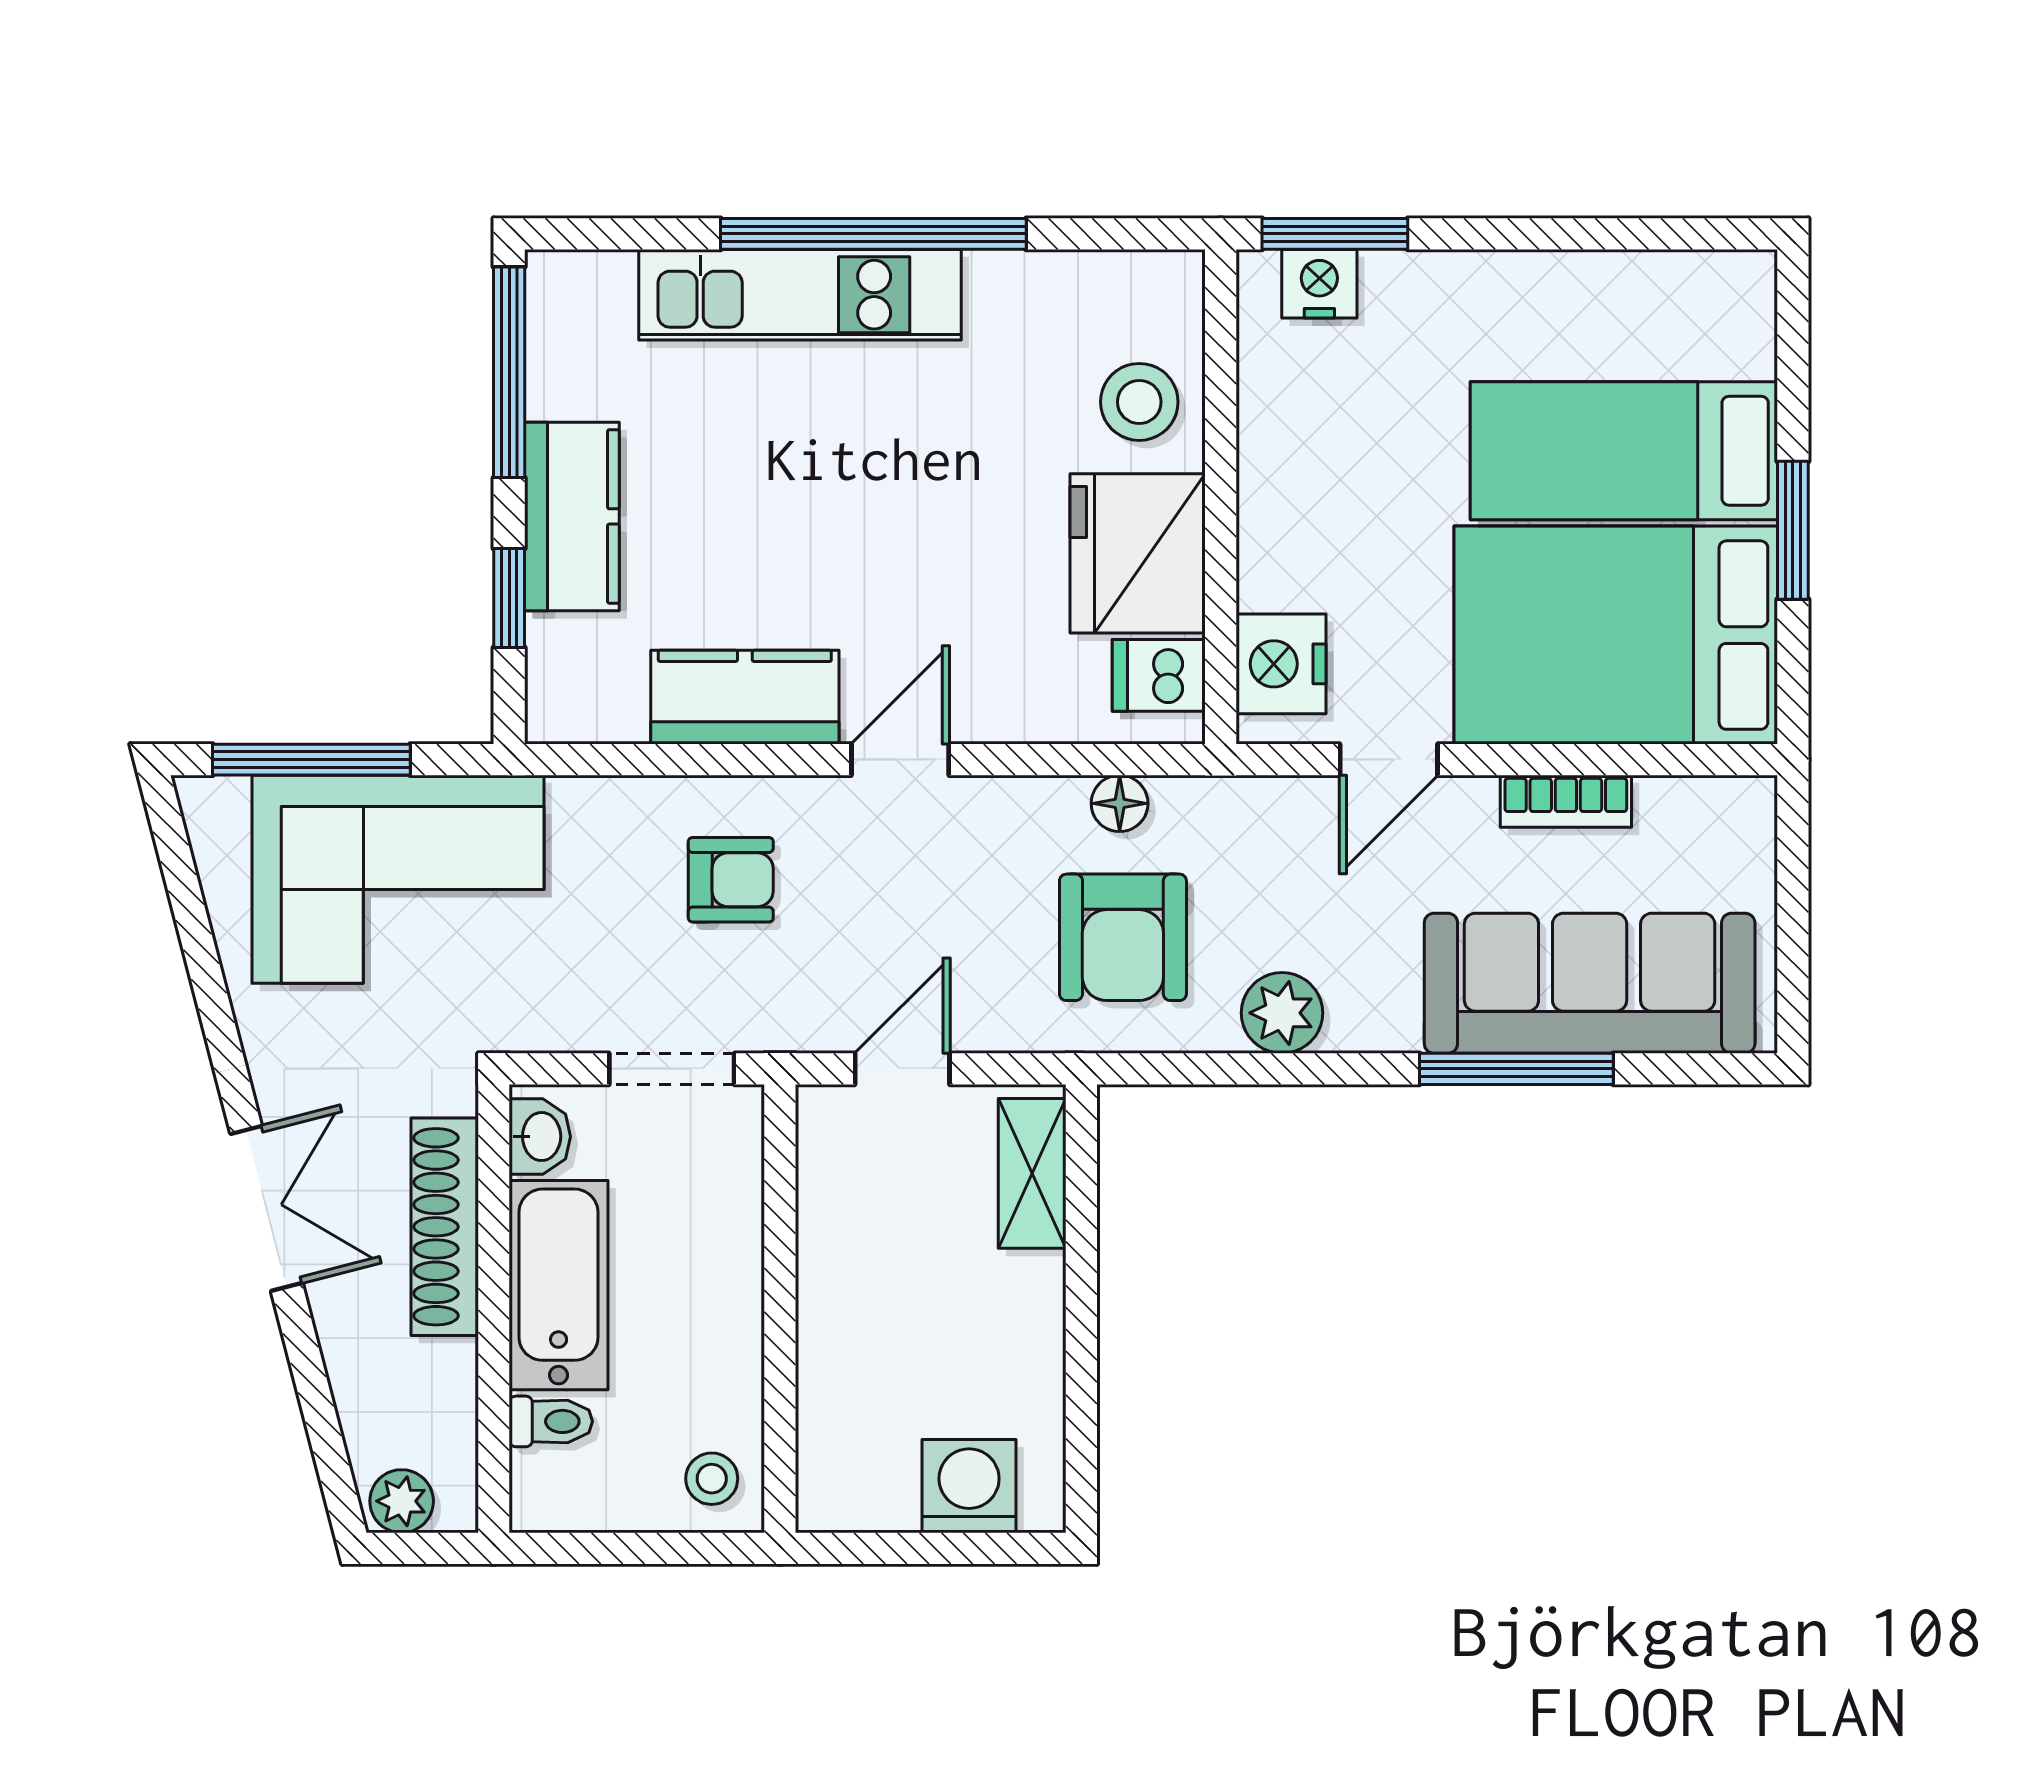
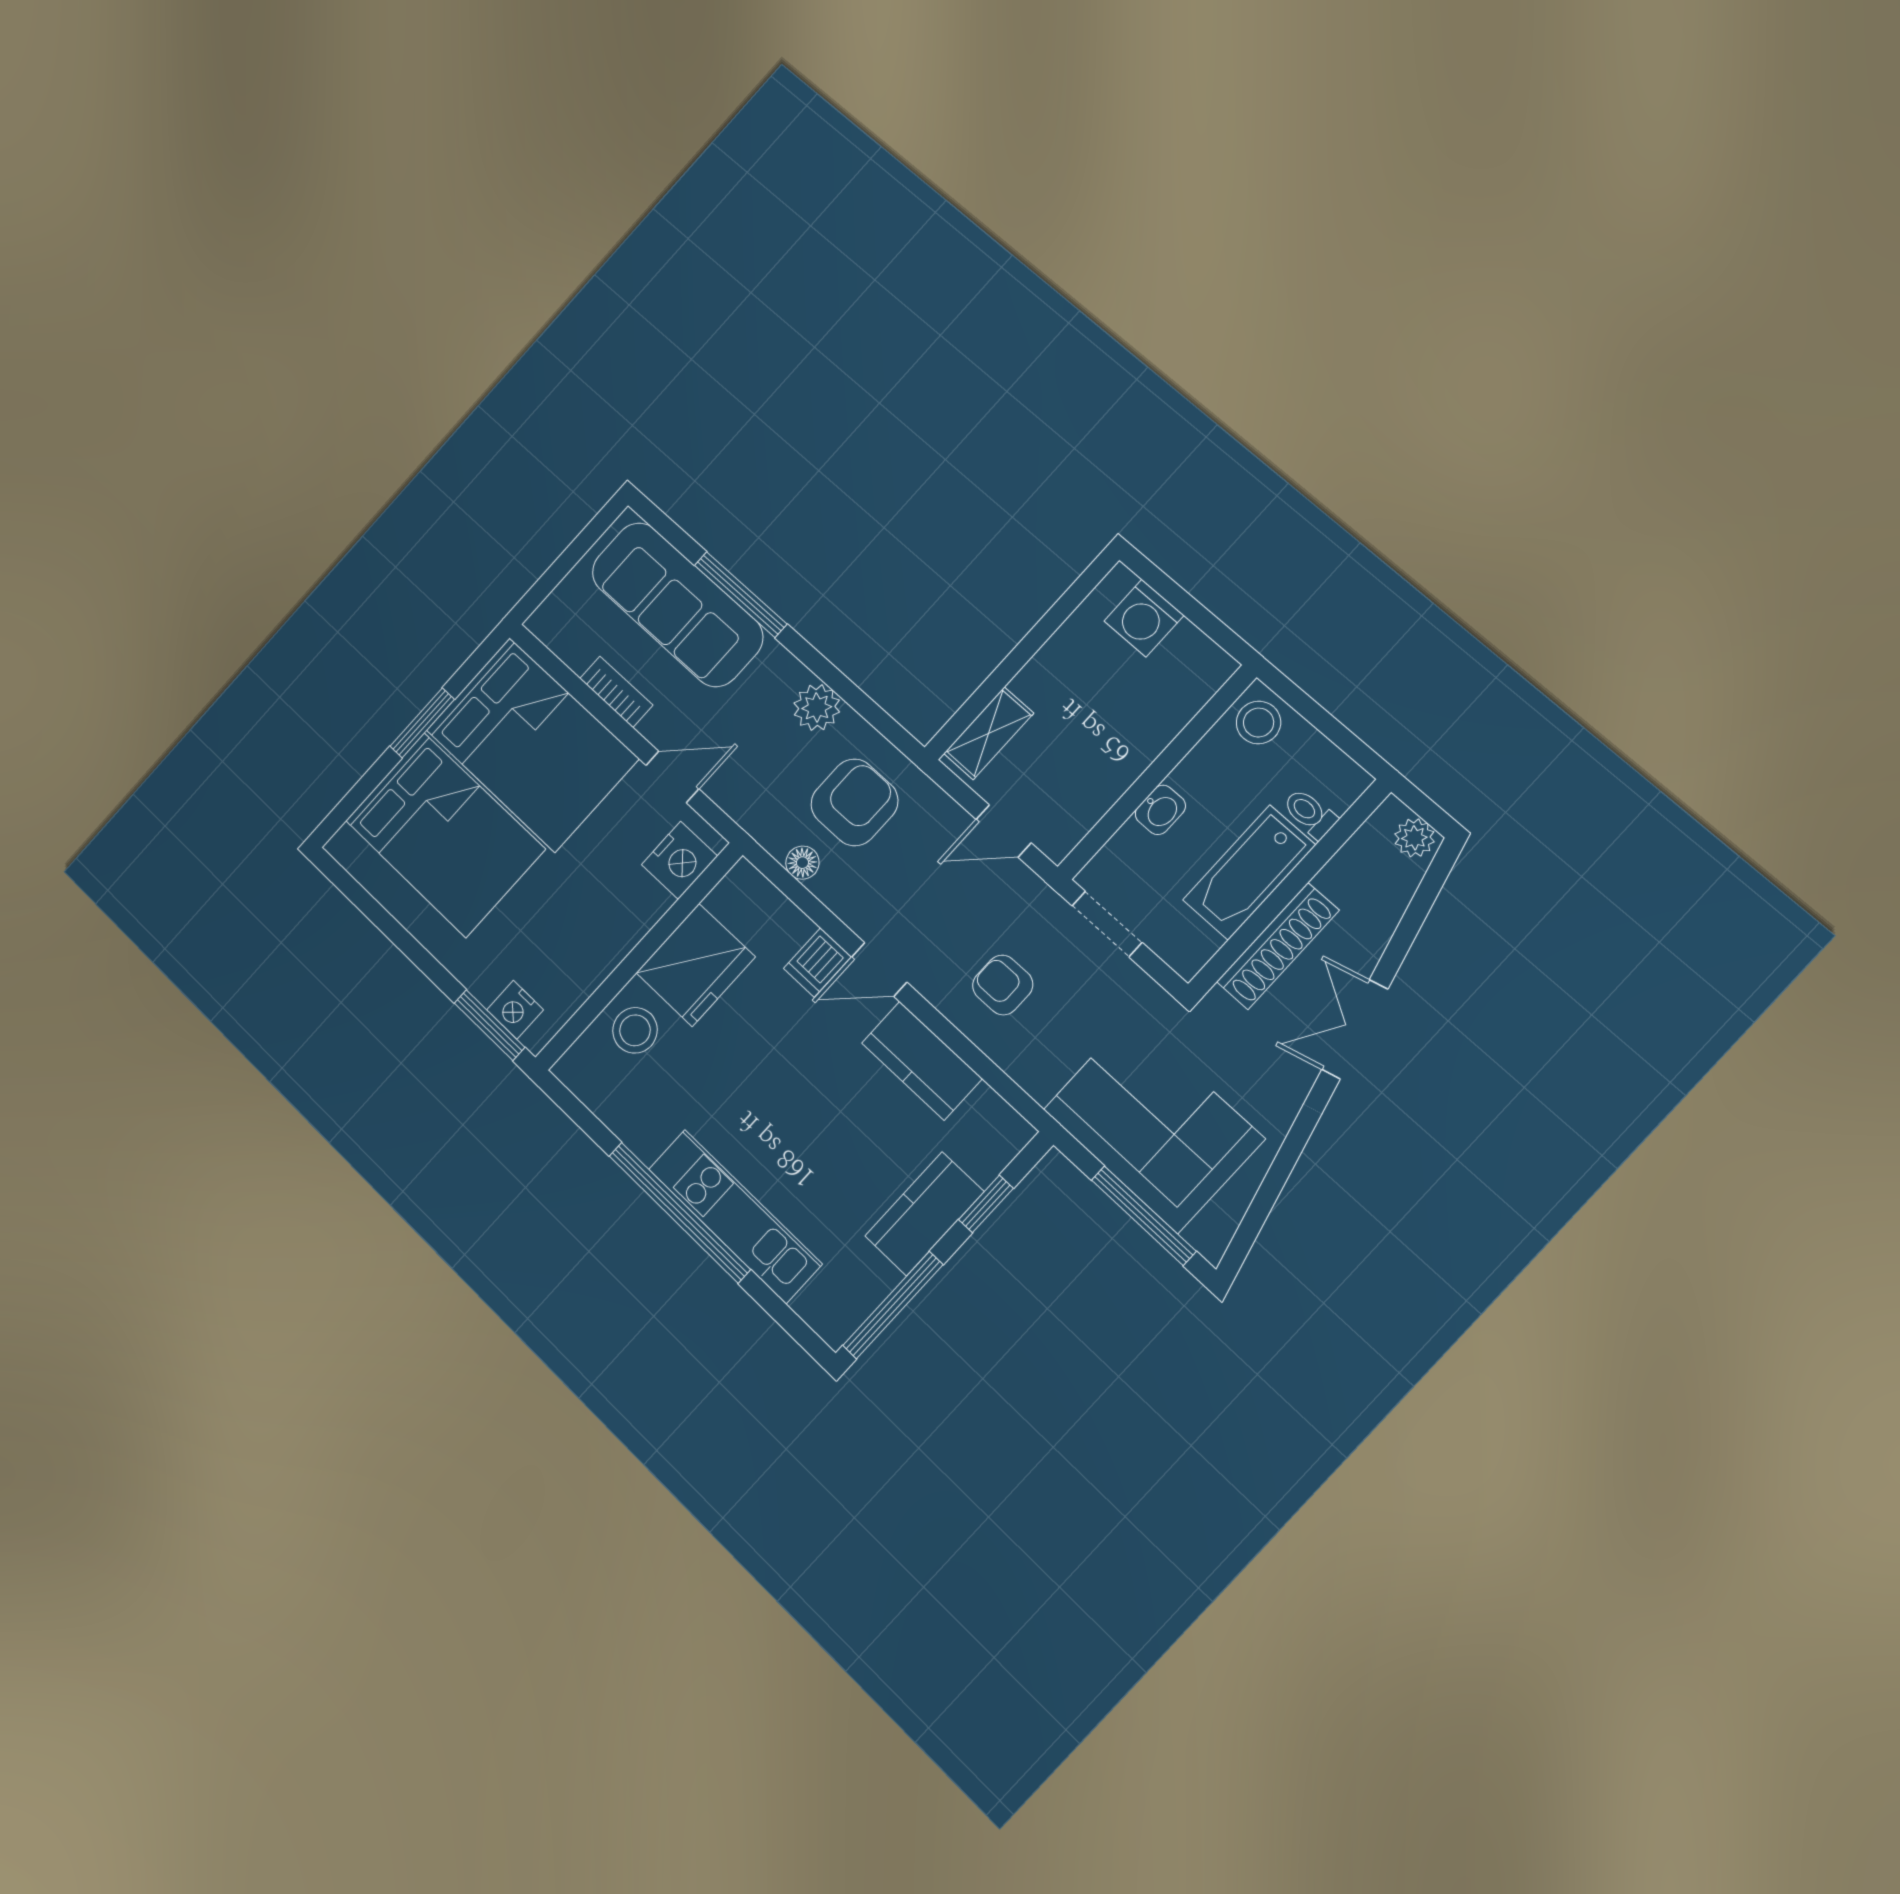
bed: (1624, 451) -> (445, 835), width x1.50
dishwasher: (1159, 675) -> (817, 962), moved, turned 90
washbasin: (540, 1137) -> (1160, 810), moved, turned 180
stool: (712, 1479) -> (1259, 723), width x1.37, depth x1.37

